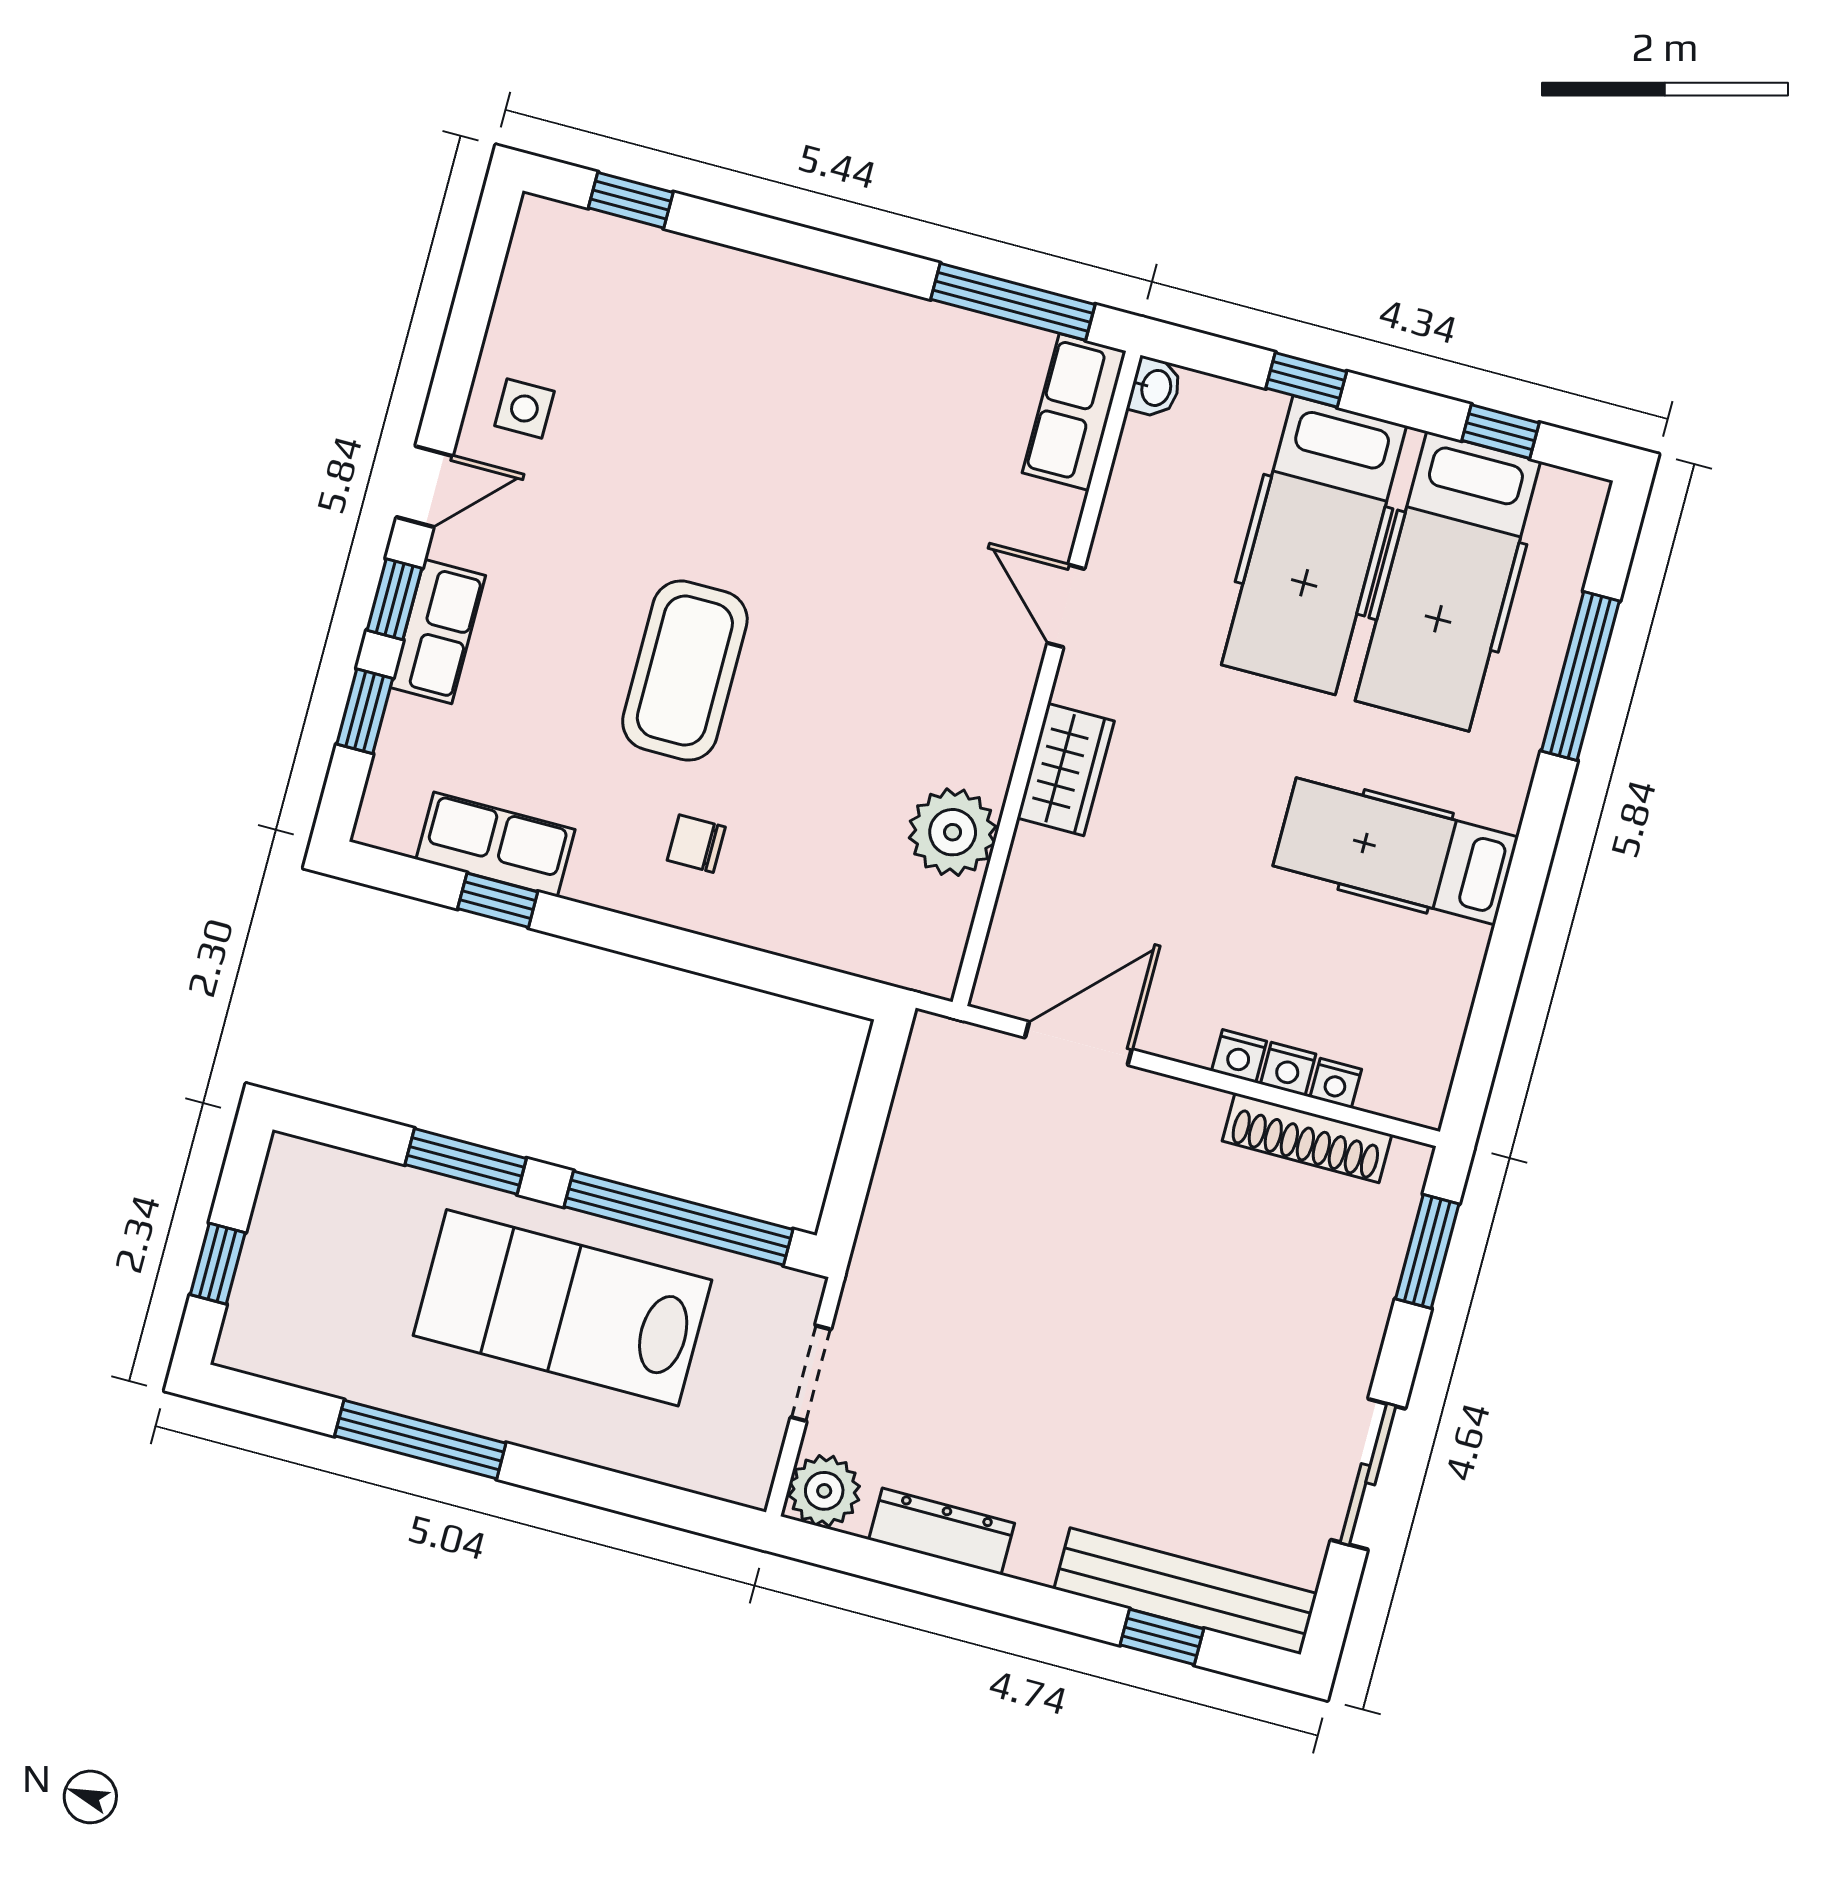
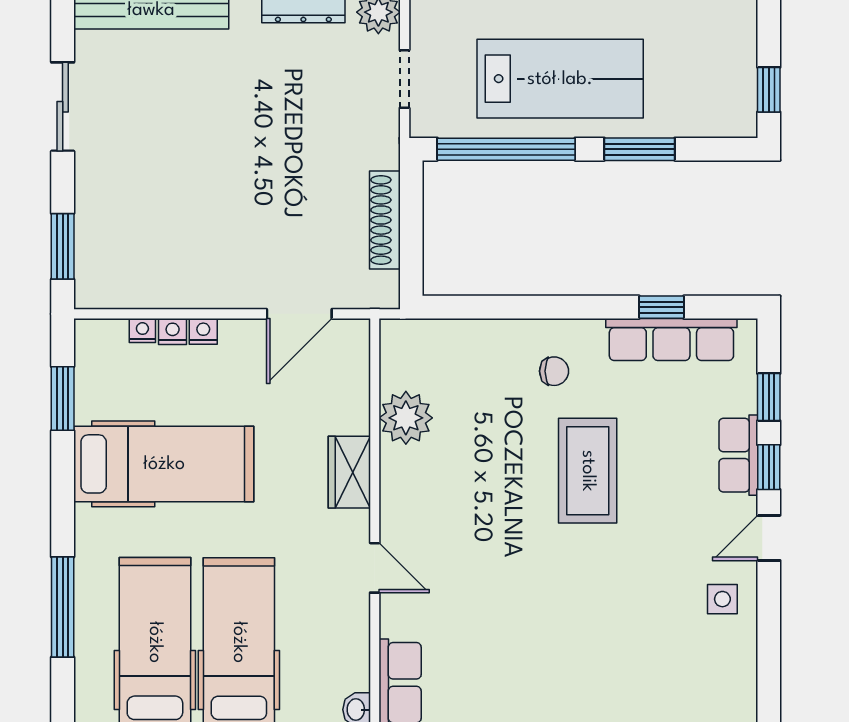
row of seats: (496, 844) -> (671, 339), width x1.48
hospital bed: (1396, 851) -> (164, 464), width x1.37, depth x1.29
window: (1492, 1009) -> (63, 399), added
shoe rack: (1307, 1138) -> (385, 220), moved, turned -90
window: (218, 1264) -> (769, 90), moved

